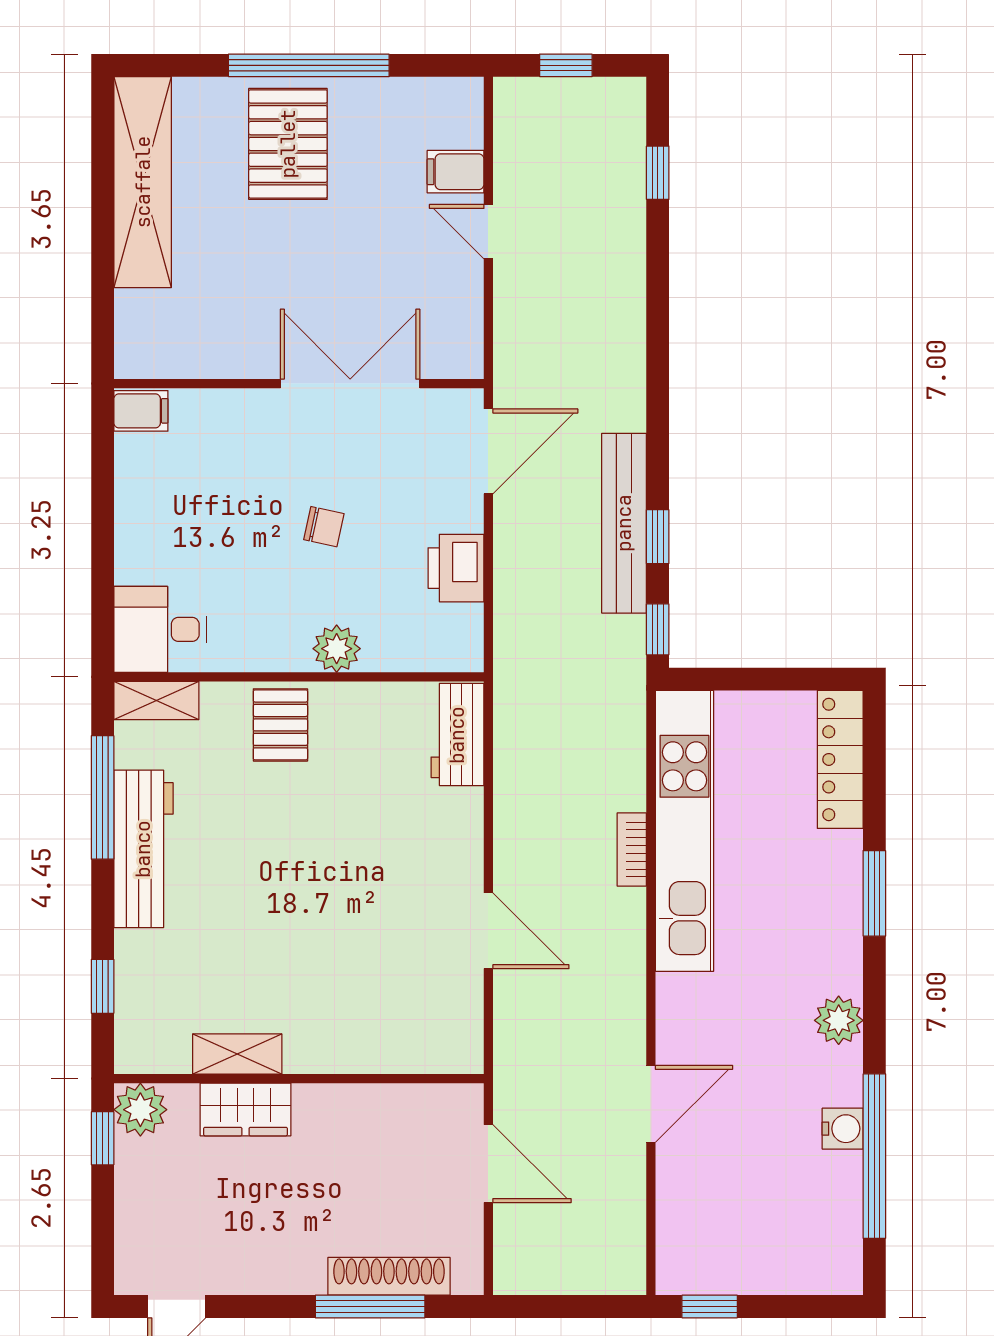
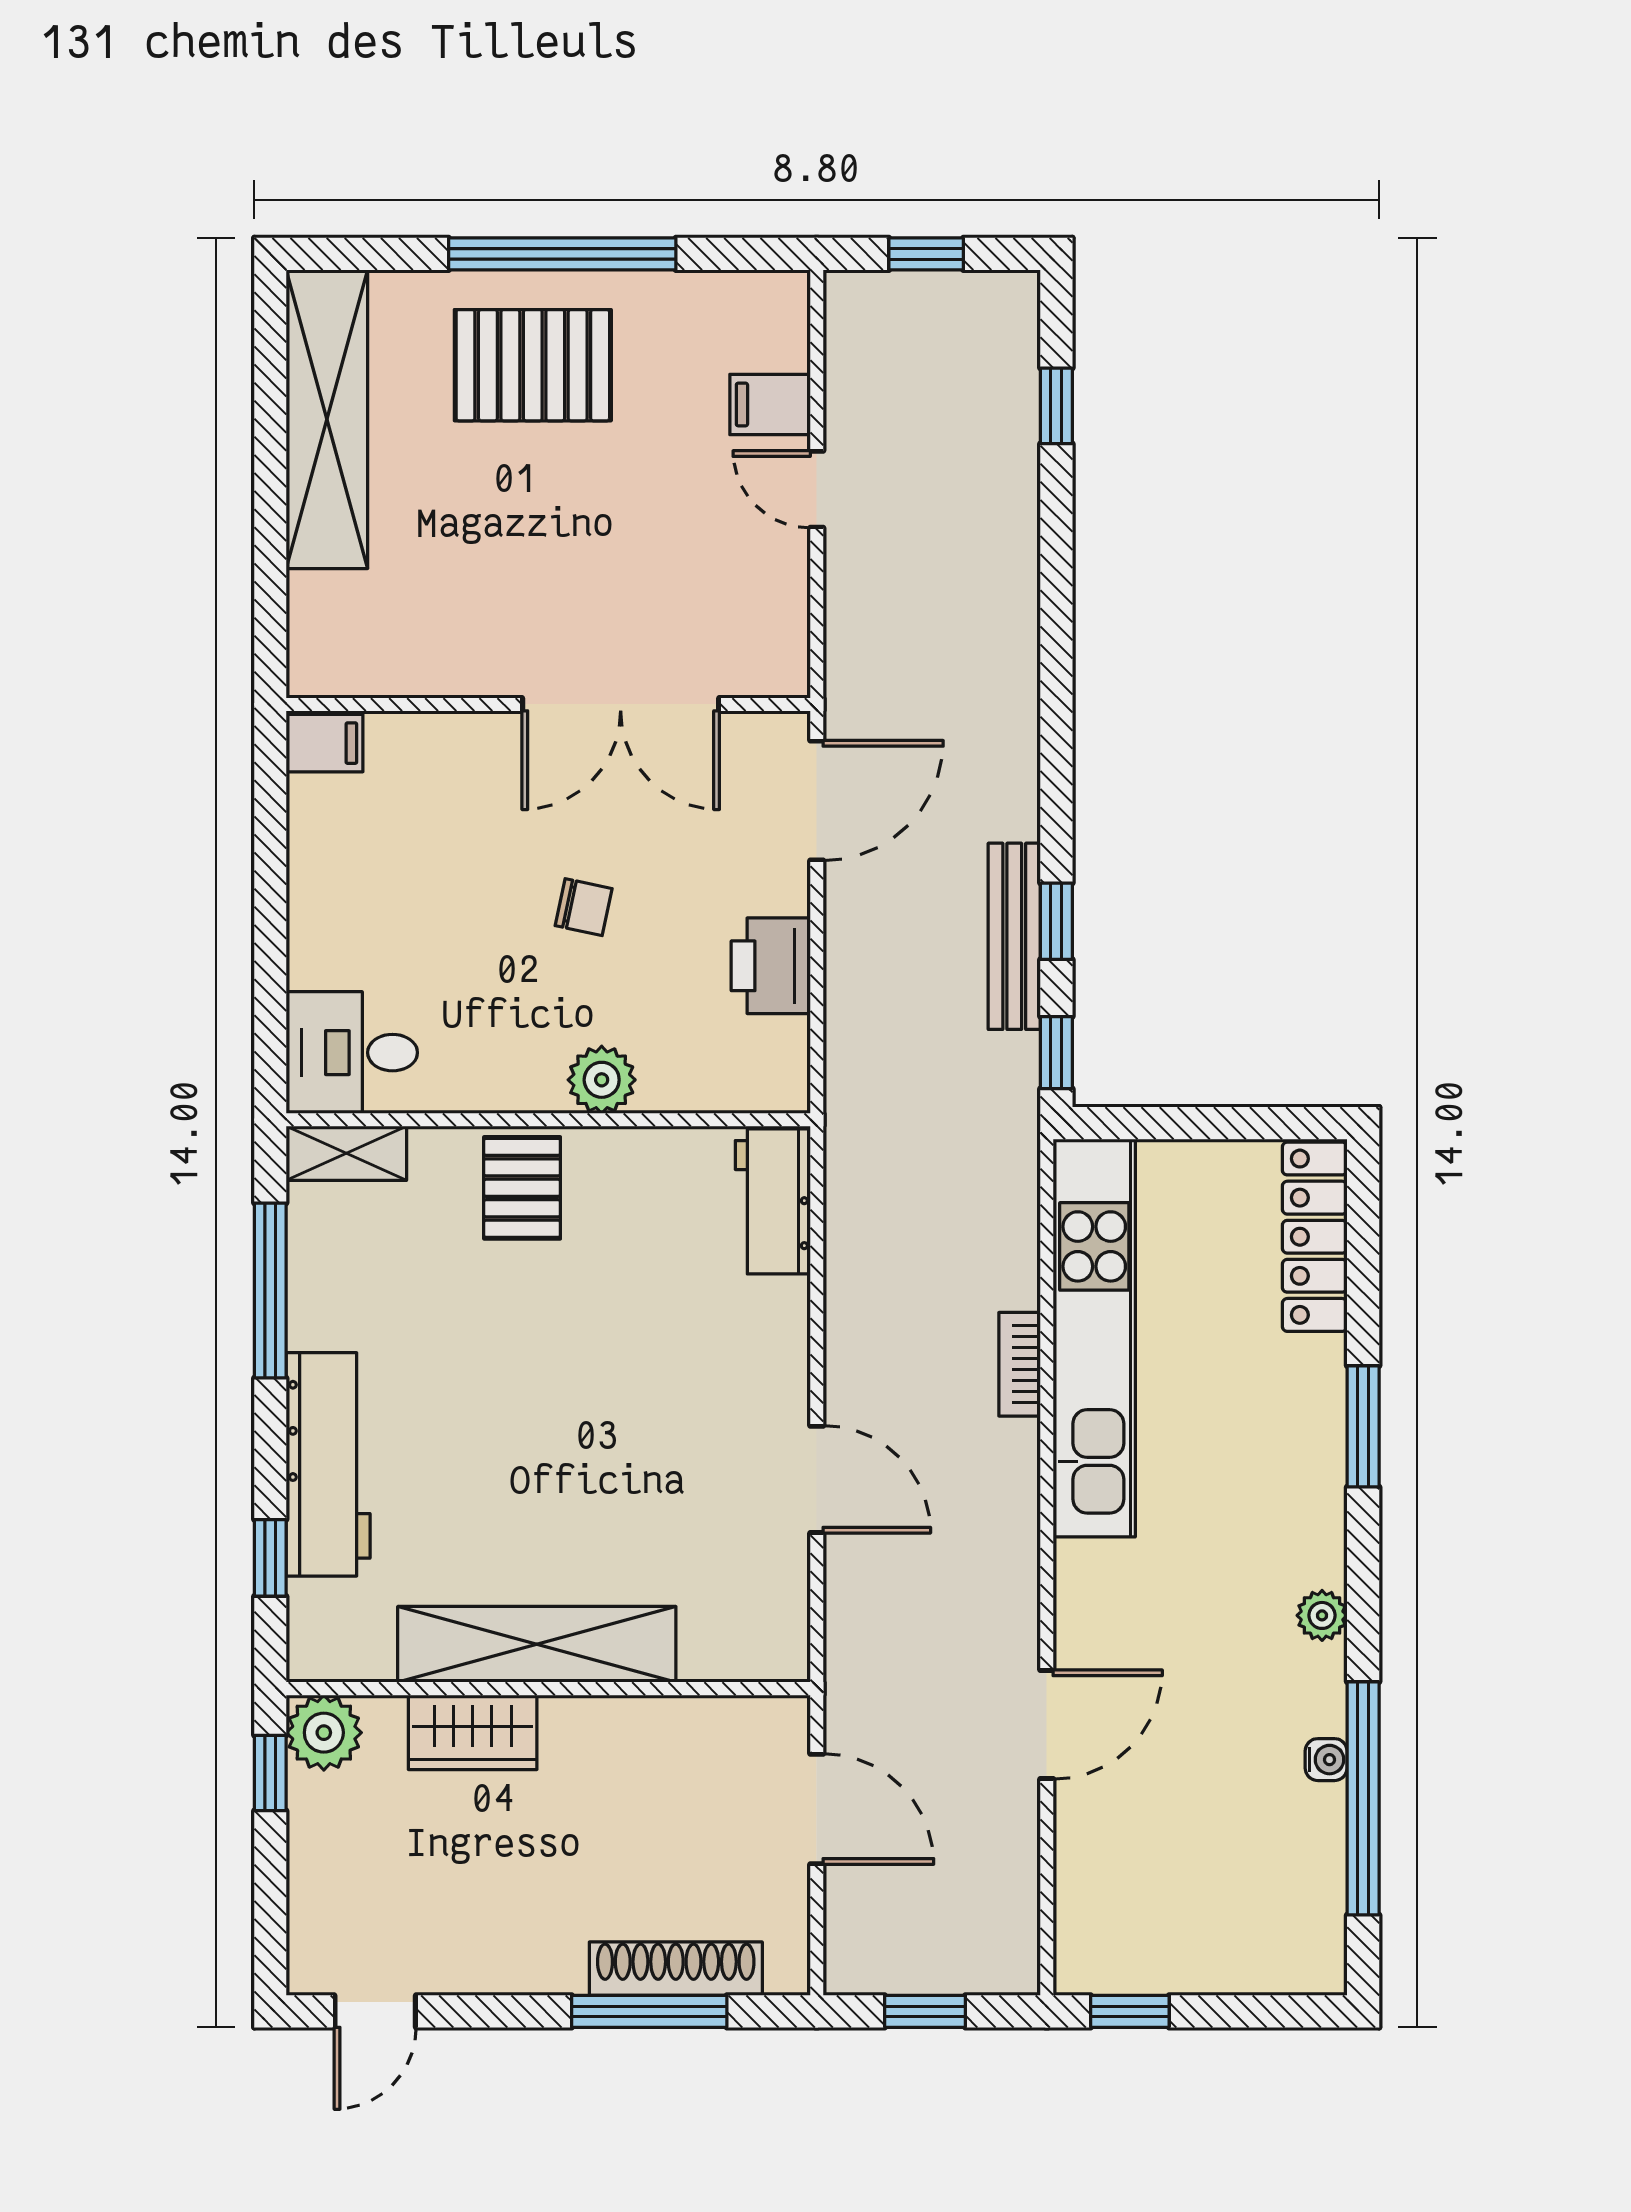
pallet: (288, 144) -> (533, 365), turned 90
double door: (350, 384) -> (621, 704), swing flipped
bench: (624, 523) -> (1014, 936), width x0.73, depth x0.82
workbench: (143, 849) -> (328, 1464), moved
plant: (839, 1020) -> (1322, 1615), width x0.73, depth x0.73
shelving: (237, 1054) -> (537, 1644), width x2.20, depth x1.33
water cooler: (843, 1129) -> (1326, 1760), width x0.72, depth x0.72
window: (565, 1306) -> (925, 2011), added

